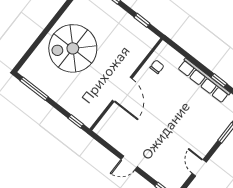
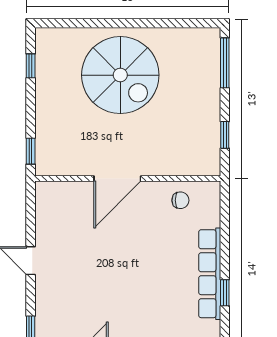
spiral stairs: (73, 48) -> (120, 75), turned 180
window: (34, 89) -> (31, 66), width x0.46

